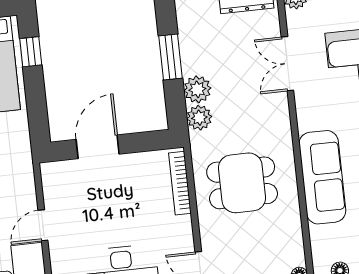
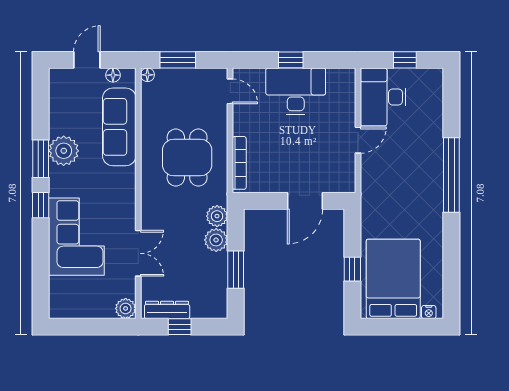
window: (31, 52) -> (352, 269), moved
sofa: (322, 177) -> (119, 127), moved
dining table: (242, 183) -> (187, 158), turned 90

